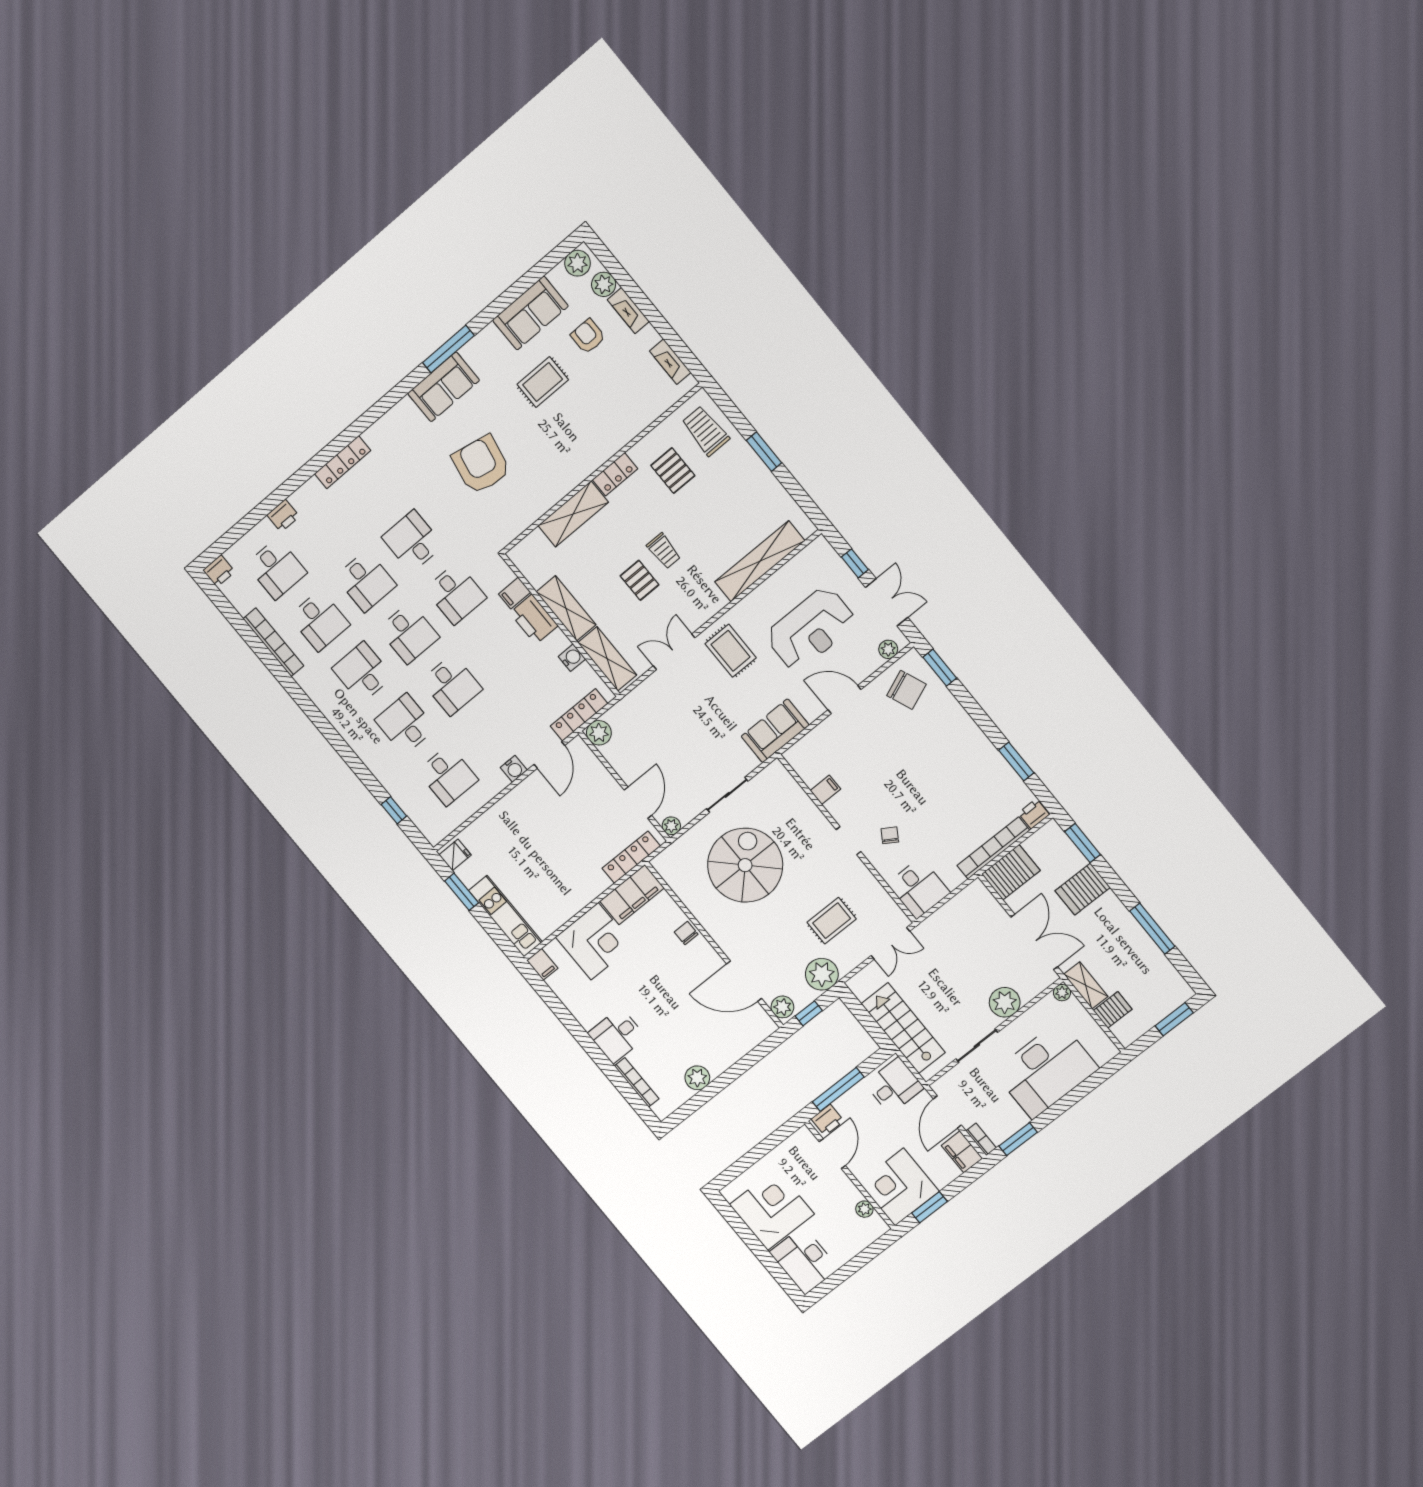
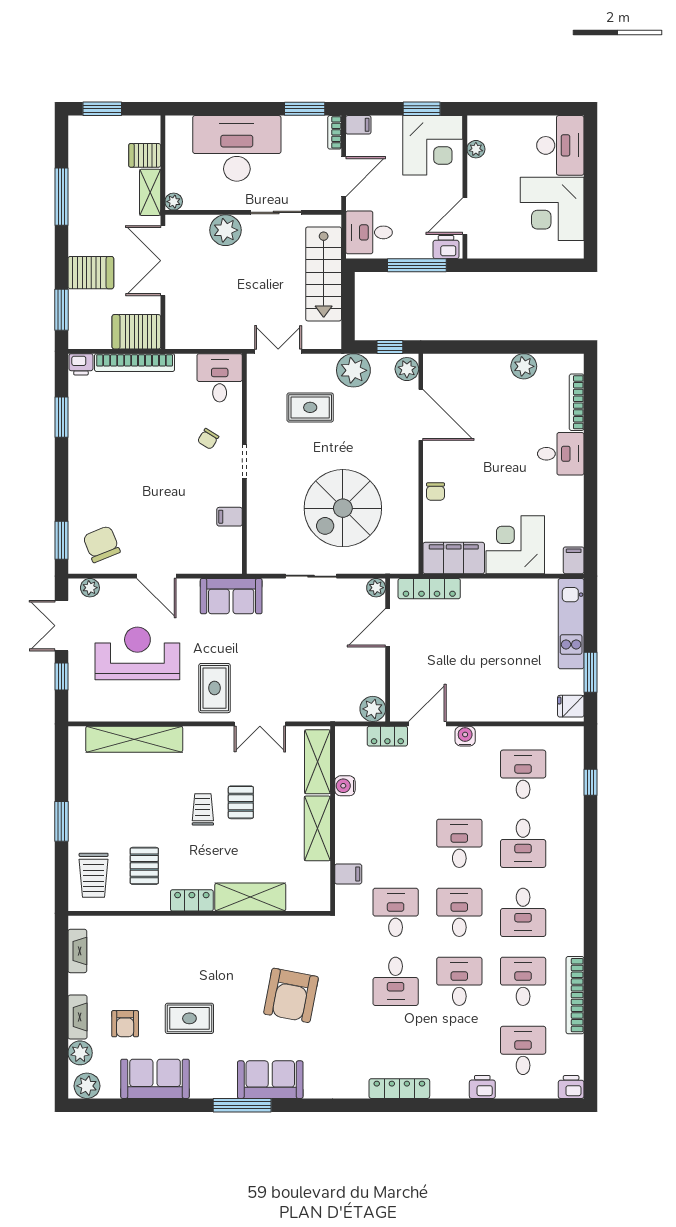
printer: (534, 619) -> (350, 841), removed
locker: (579, 715) -> (387, 736), width x0.66
filing cabinet: (962, 1152) -> (358, 125), width x0.50

